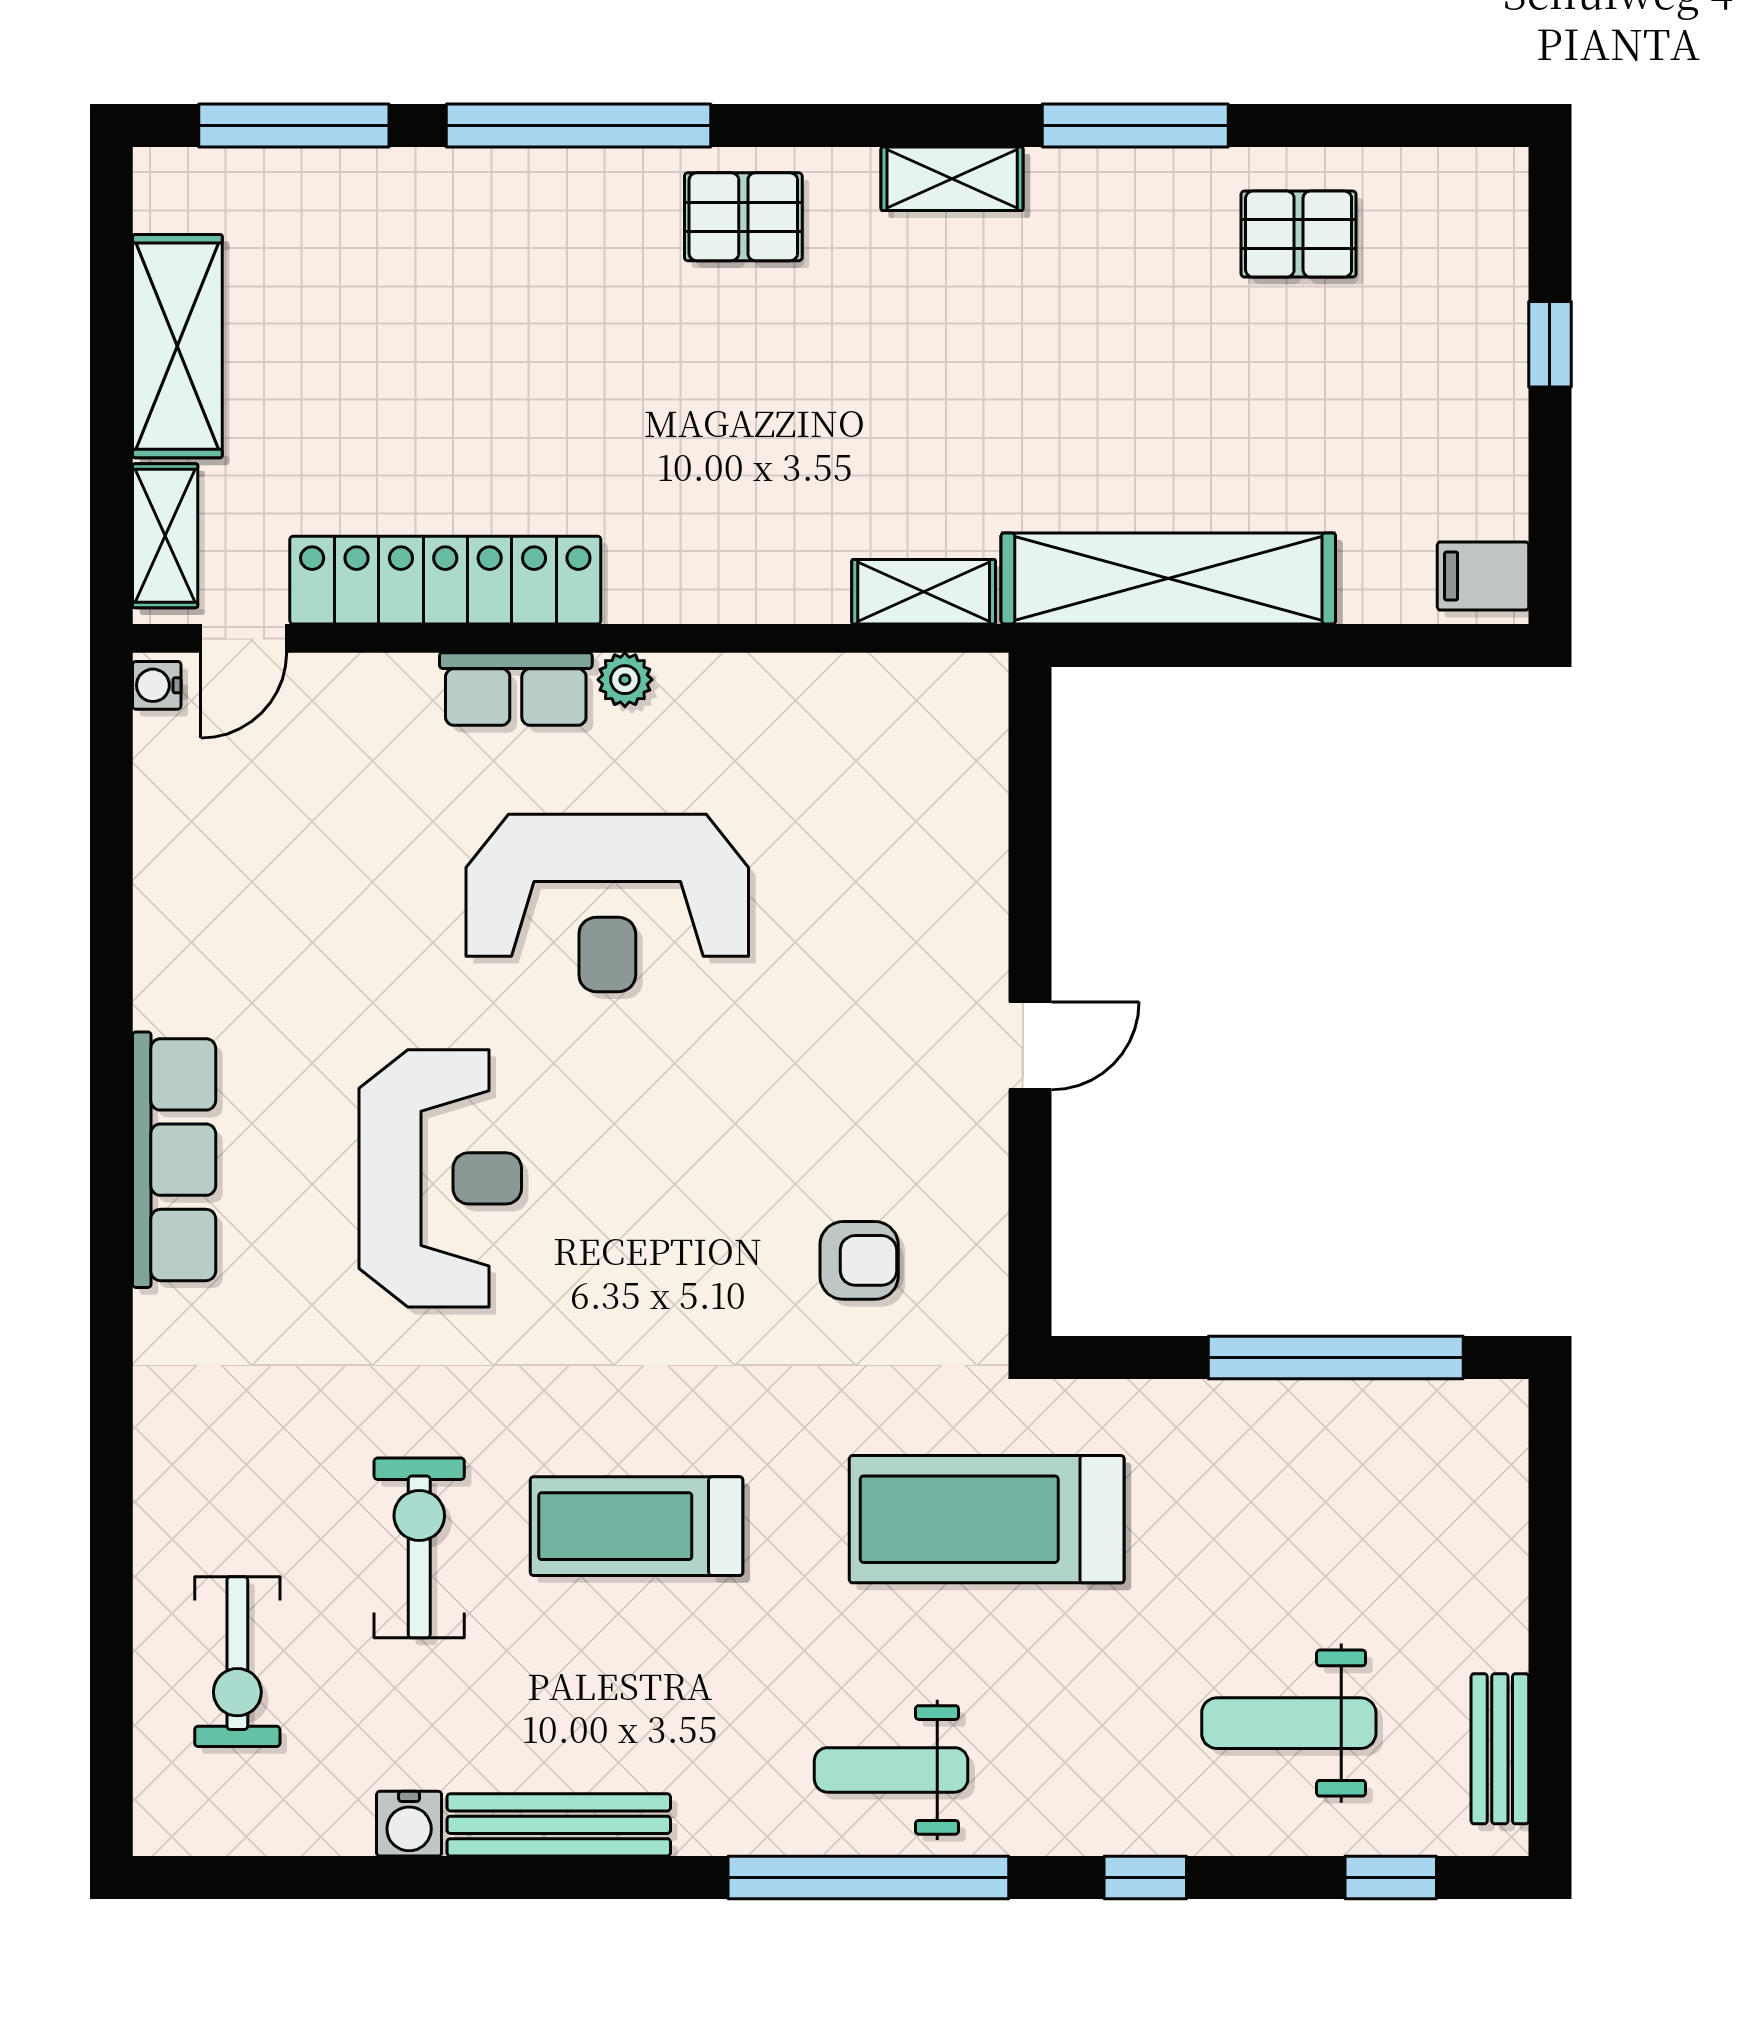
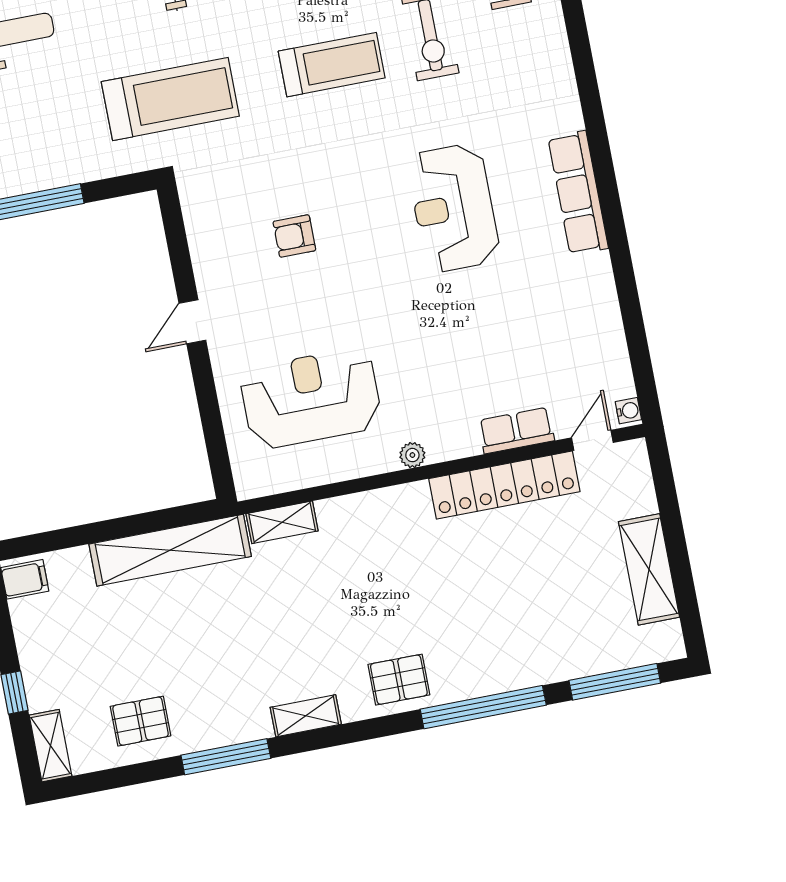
shelving: (165, 536) -> (51, 746), moved
row of seats: (516, 689) -> (516, 431), moved
reception desk: (607, 903) -> (311, 398), moved
armchair: (859, 1260) -> (294, 236), moved

